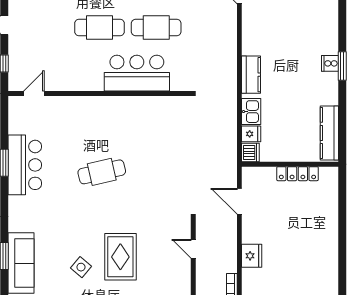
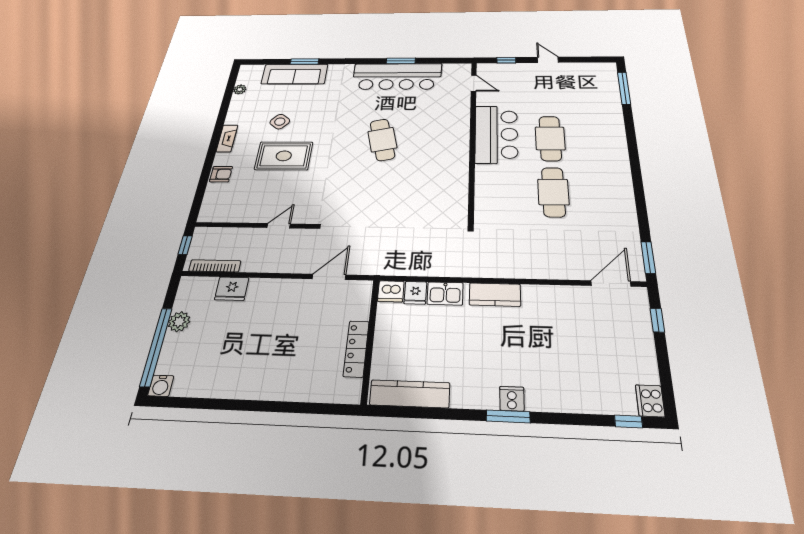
bar counter: (137, 73) -> (496, 134), moved
bar counter: (25, 165) -> (397, 76), width x1.36
fridge: (252, 256) -> (232, 289), moved

